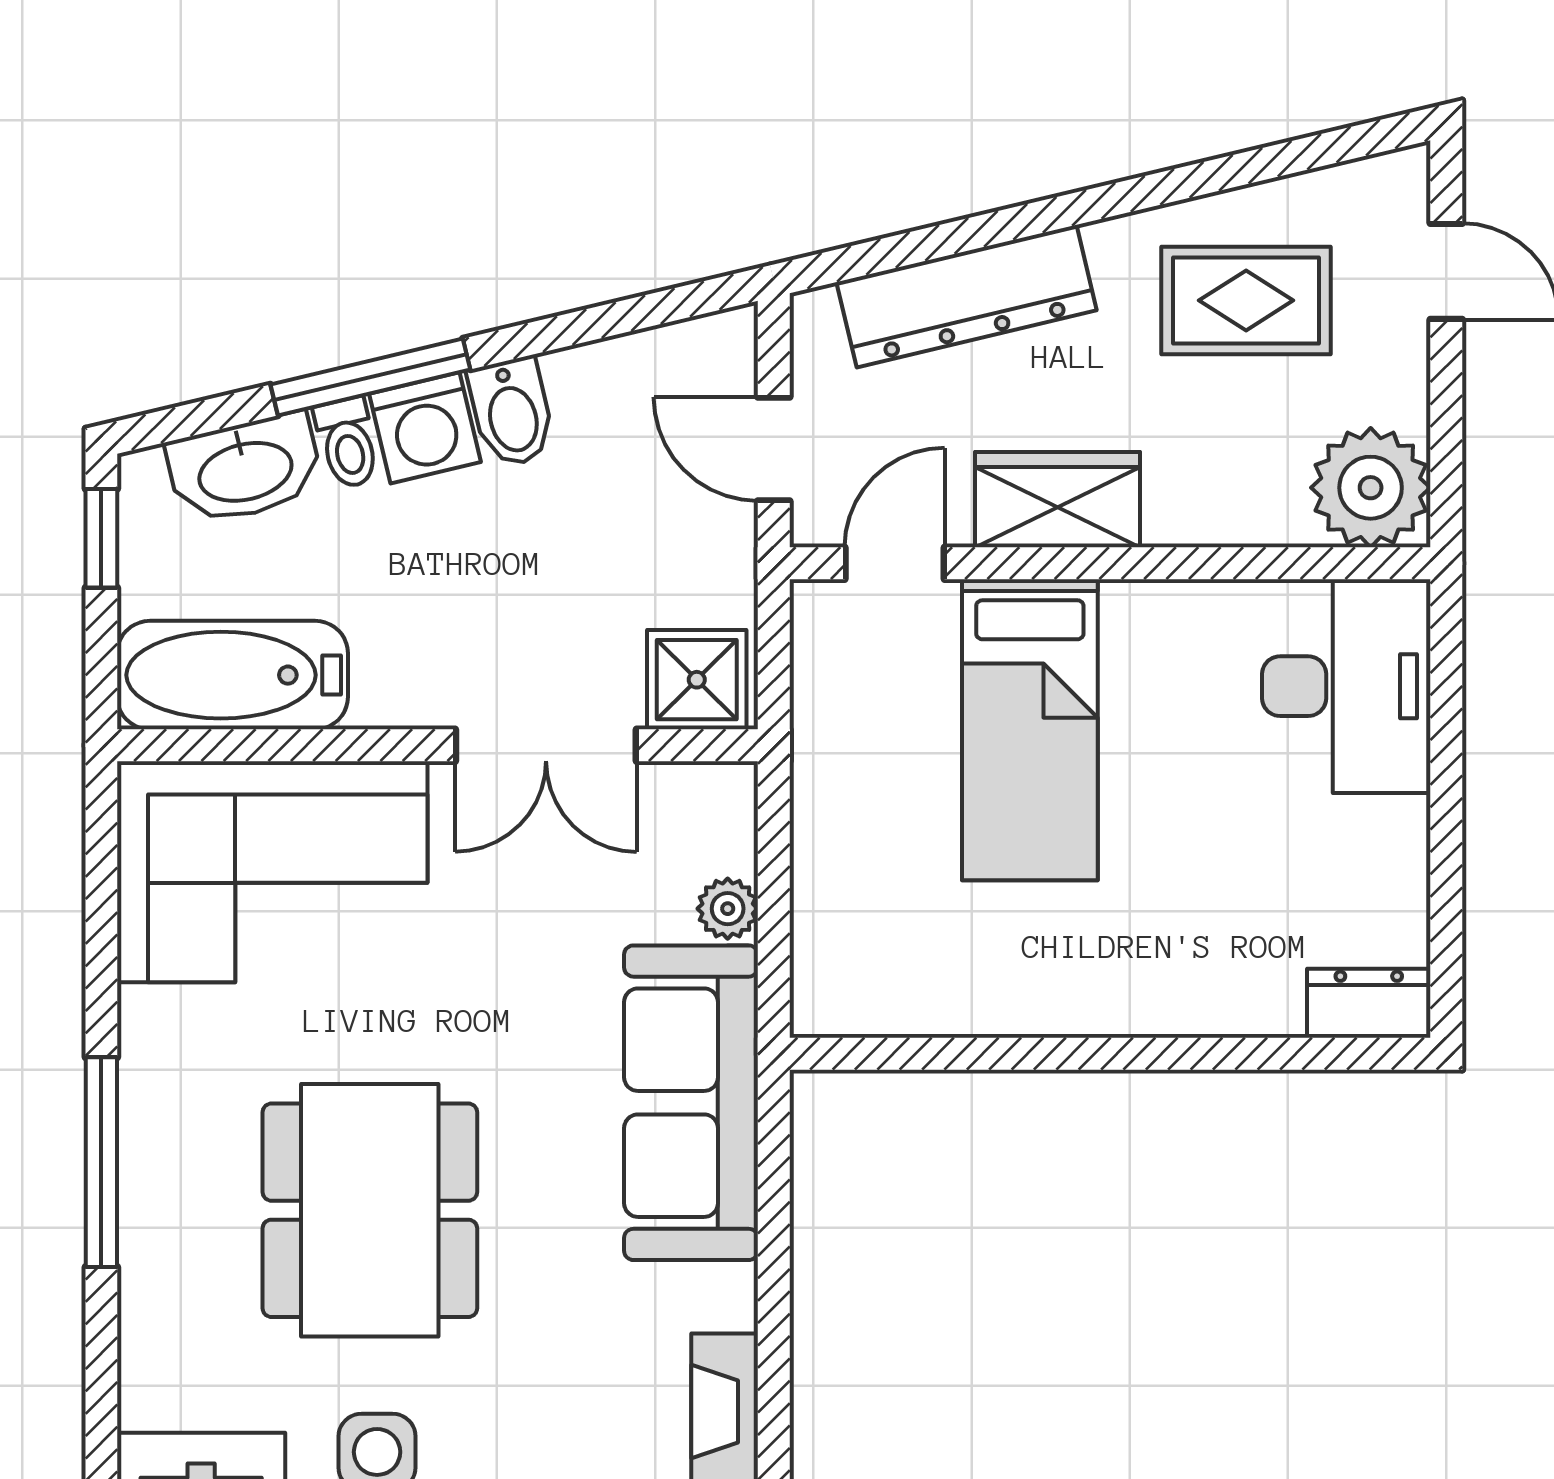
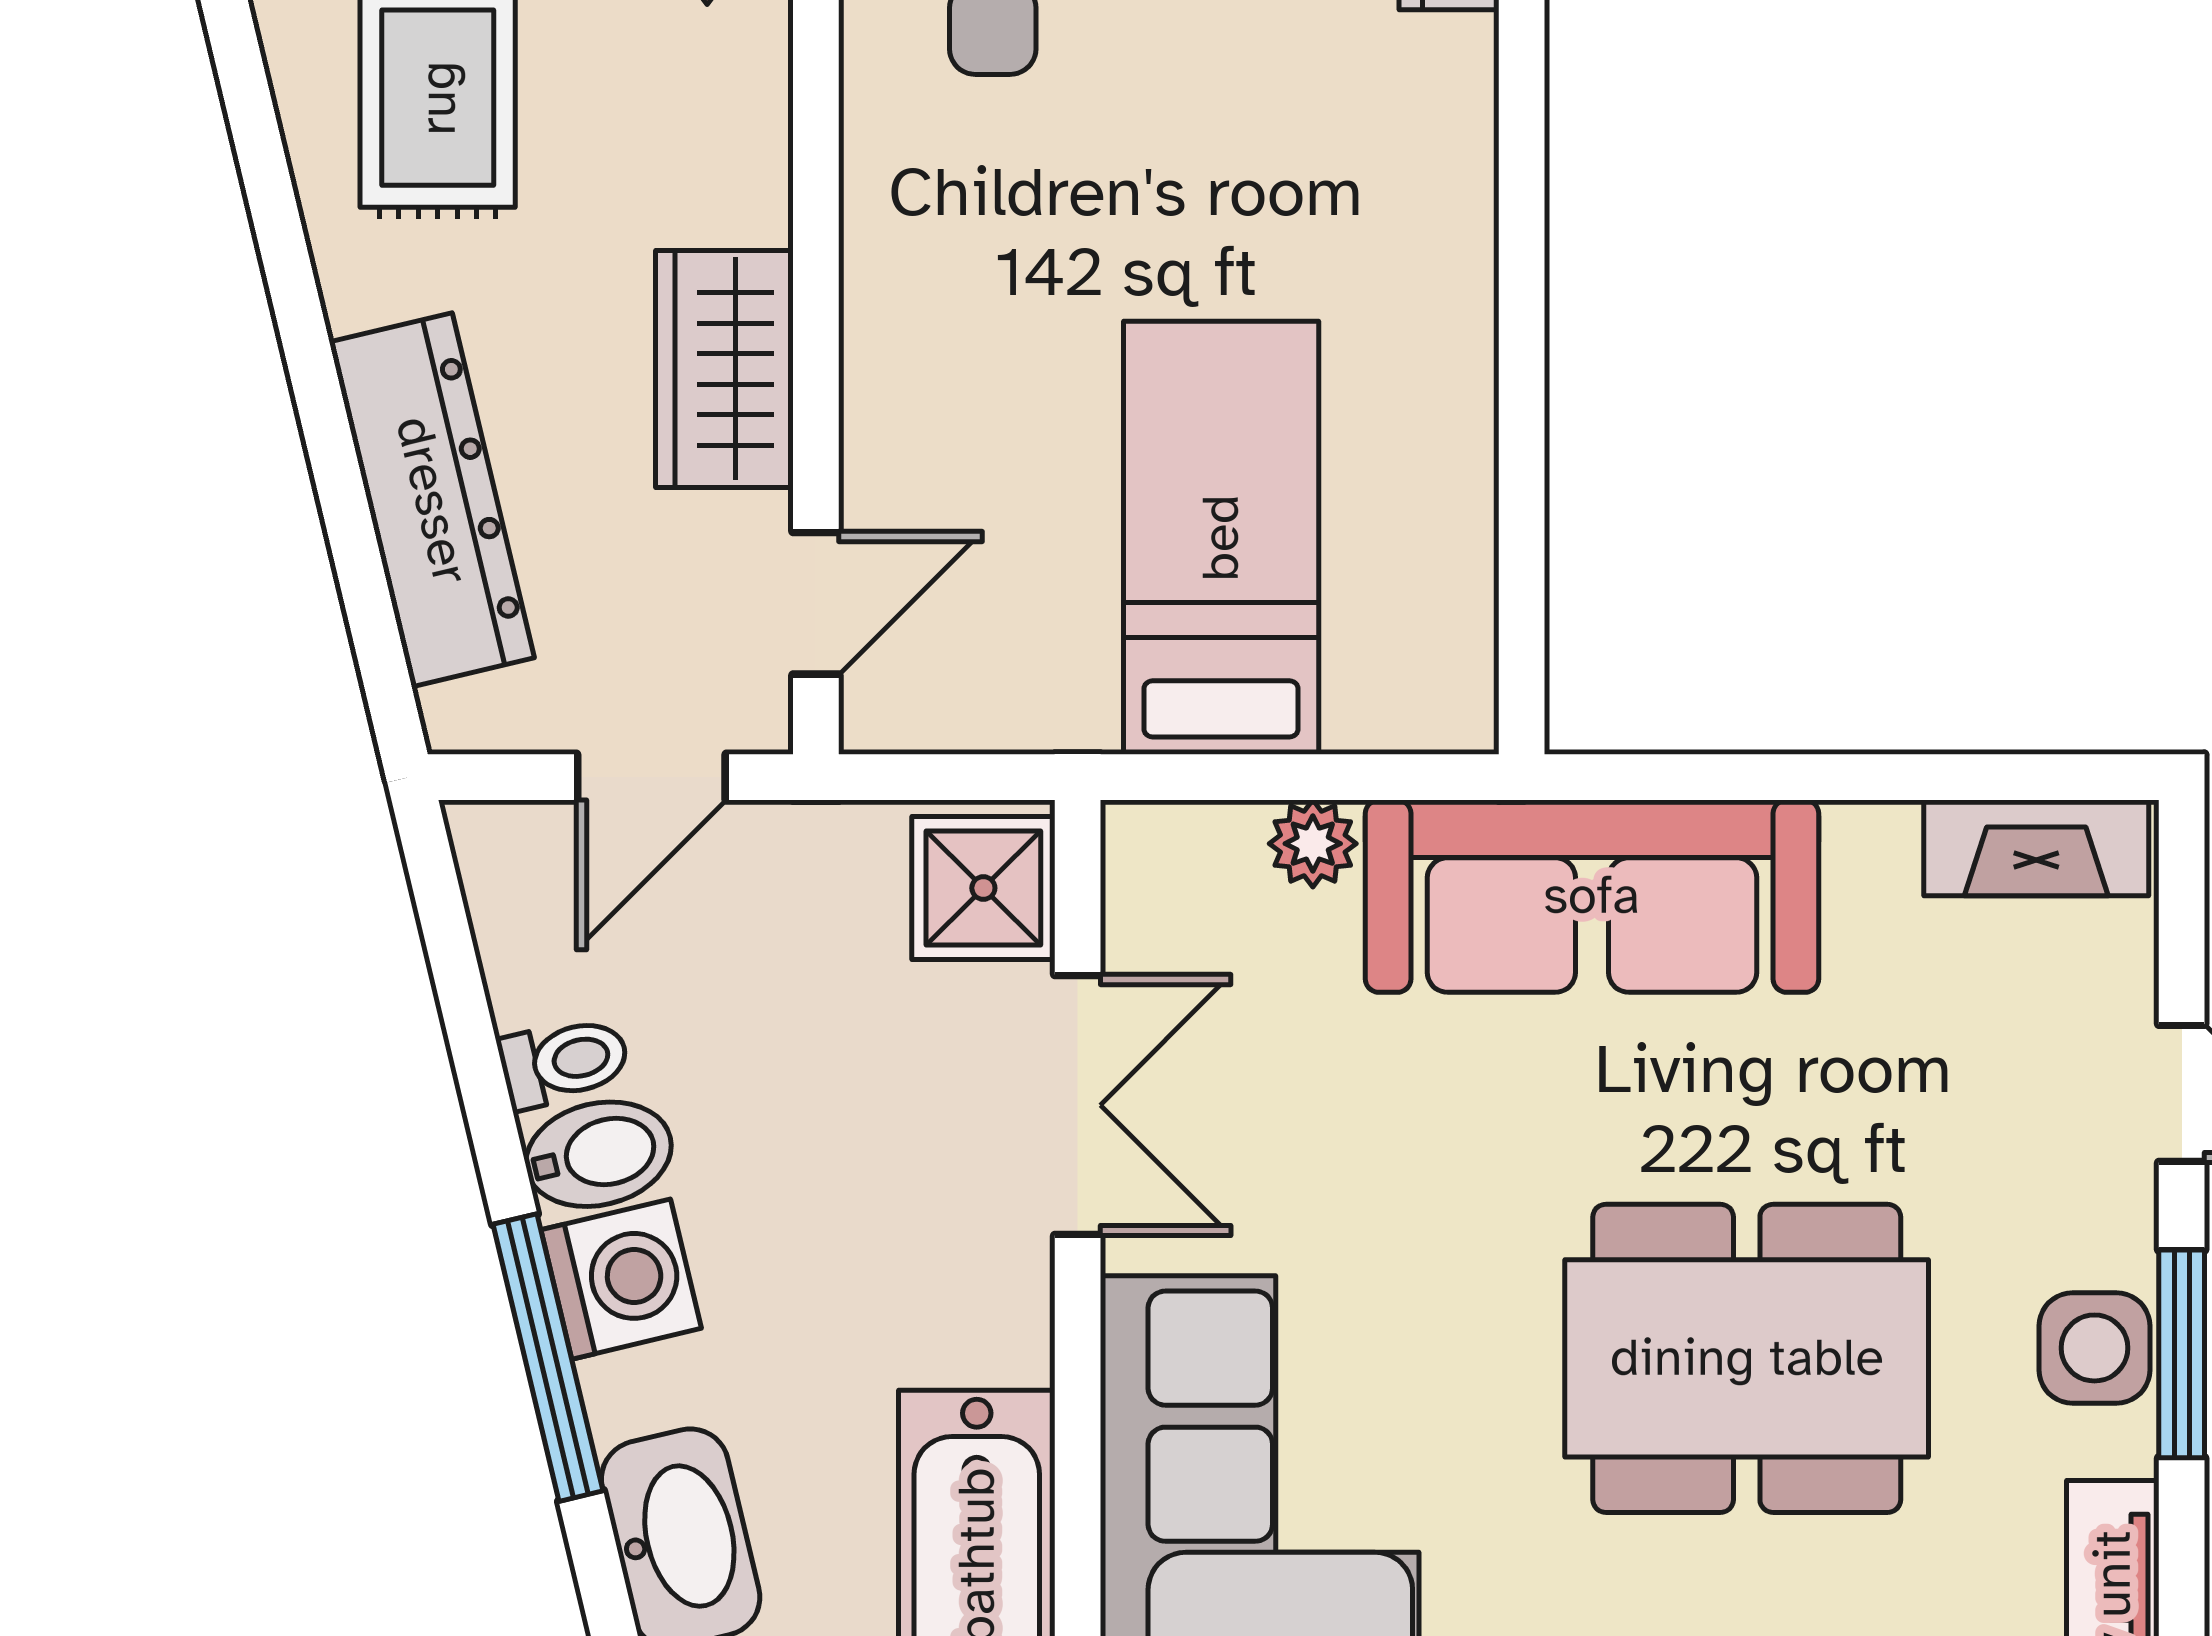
toilet: (347, 443) -> (564, 1062), moved
door: (895, 563) -> (816, 603), swing flipped
bed: (1030, 730) -> (1221, 538), moved, turned -90

